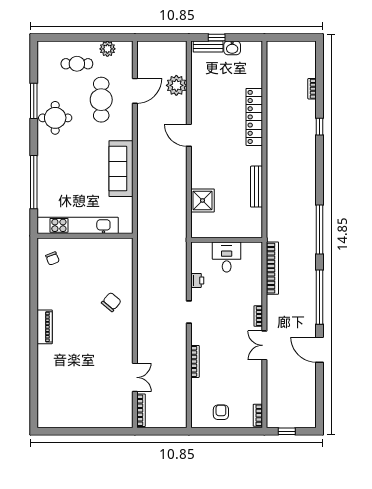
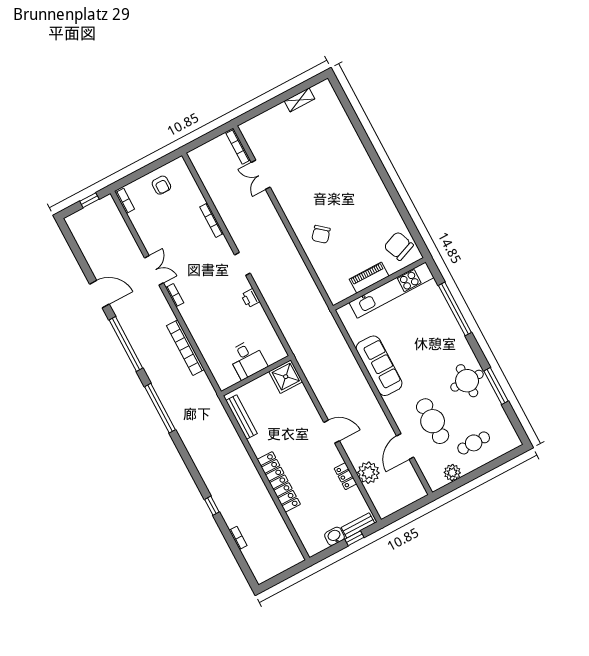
locker: (197, 92) -> (345, 476), added
wall: (227, 240) -> (256, 376), moved
desk: (227, 257) -> (247, 359), moved
chair: (52, 258) -> (399, 246), width x1.87, depth x1.87
piano: (45, 327) -> (369, 278), moved, turned 90
shelving: (70, 422) -> (299, 100), added

